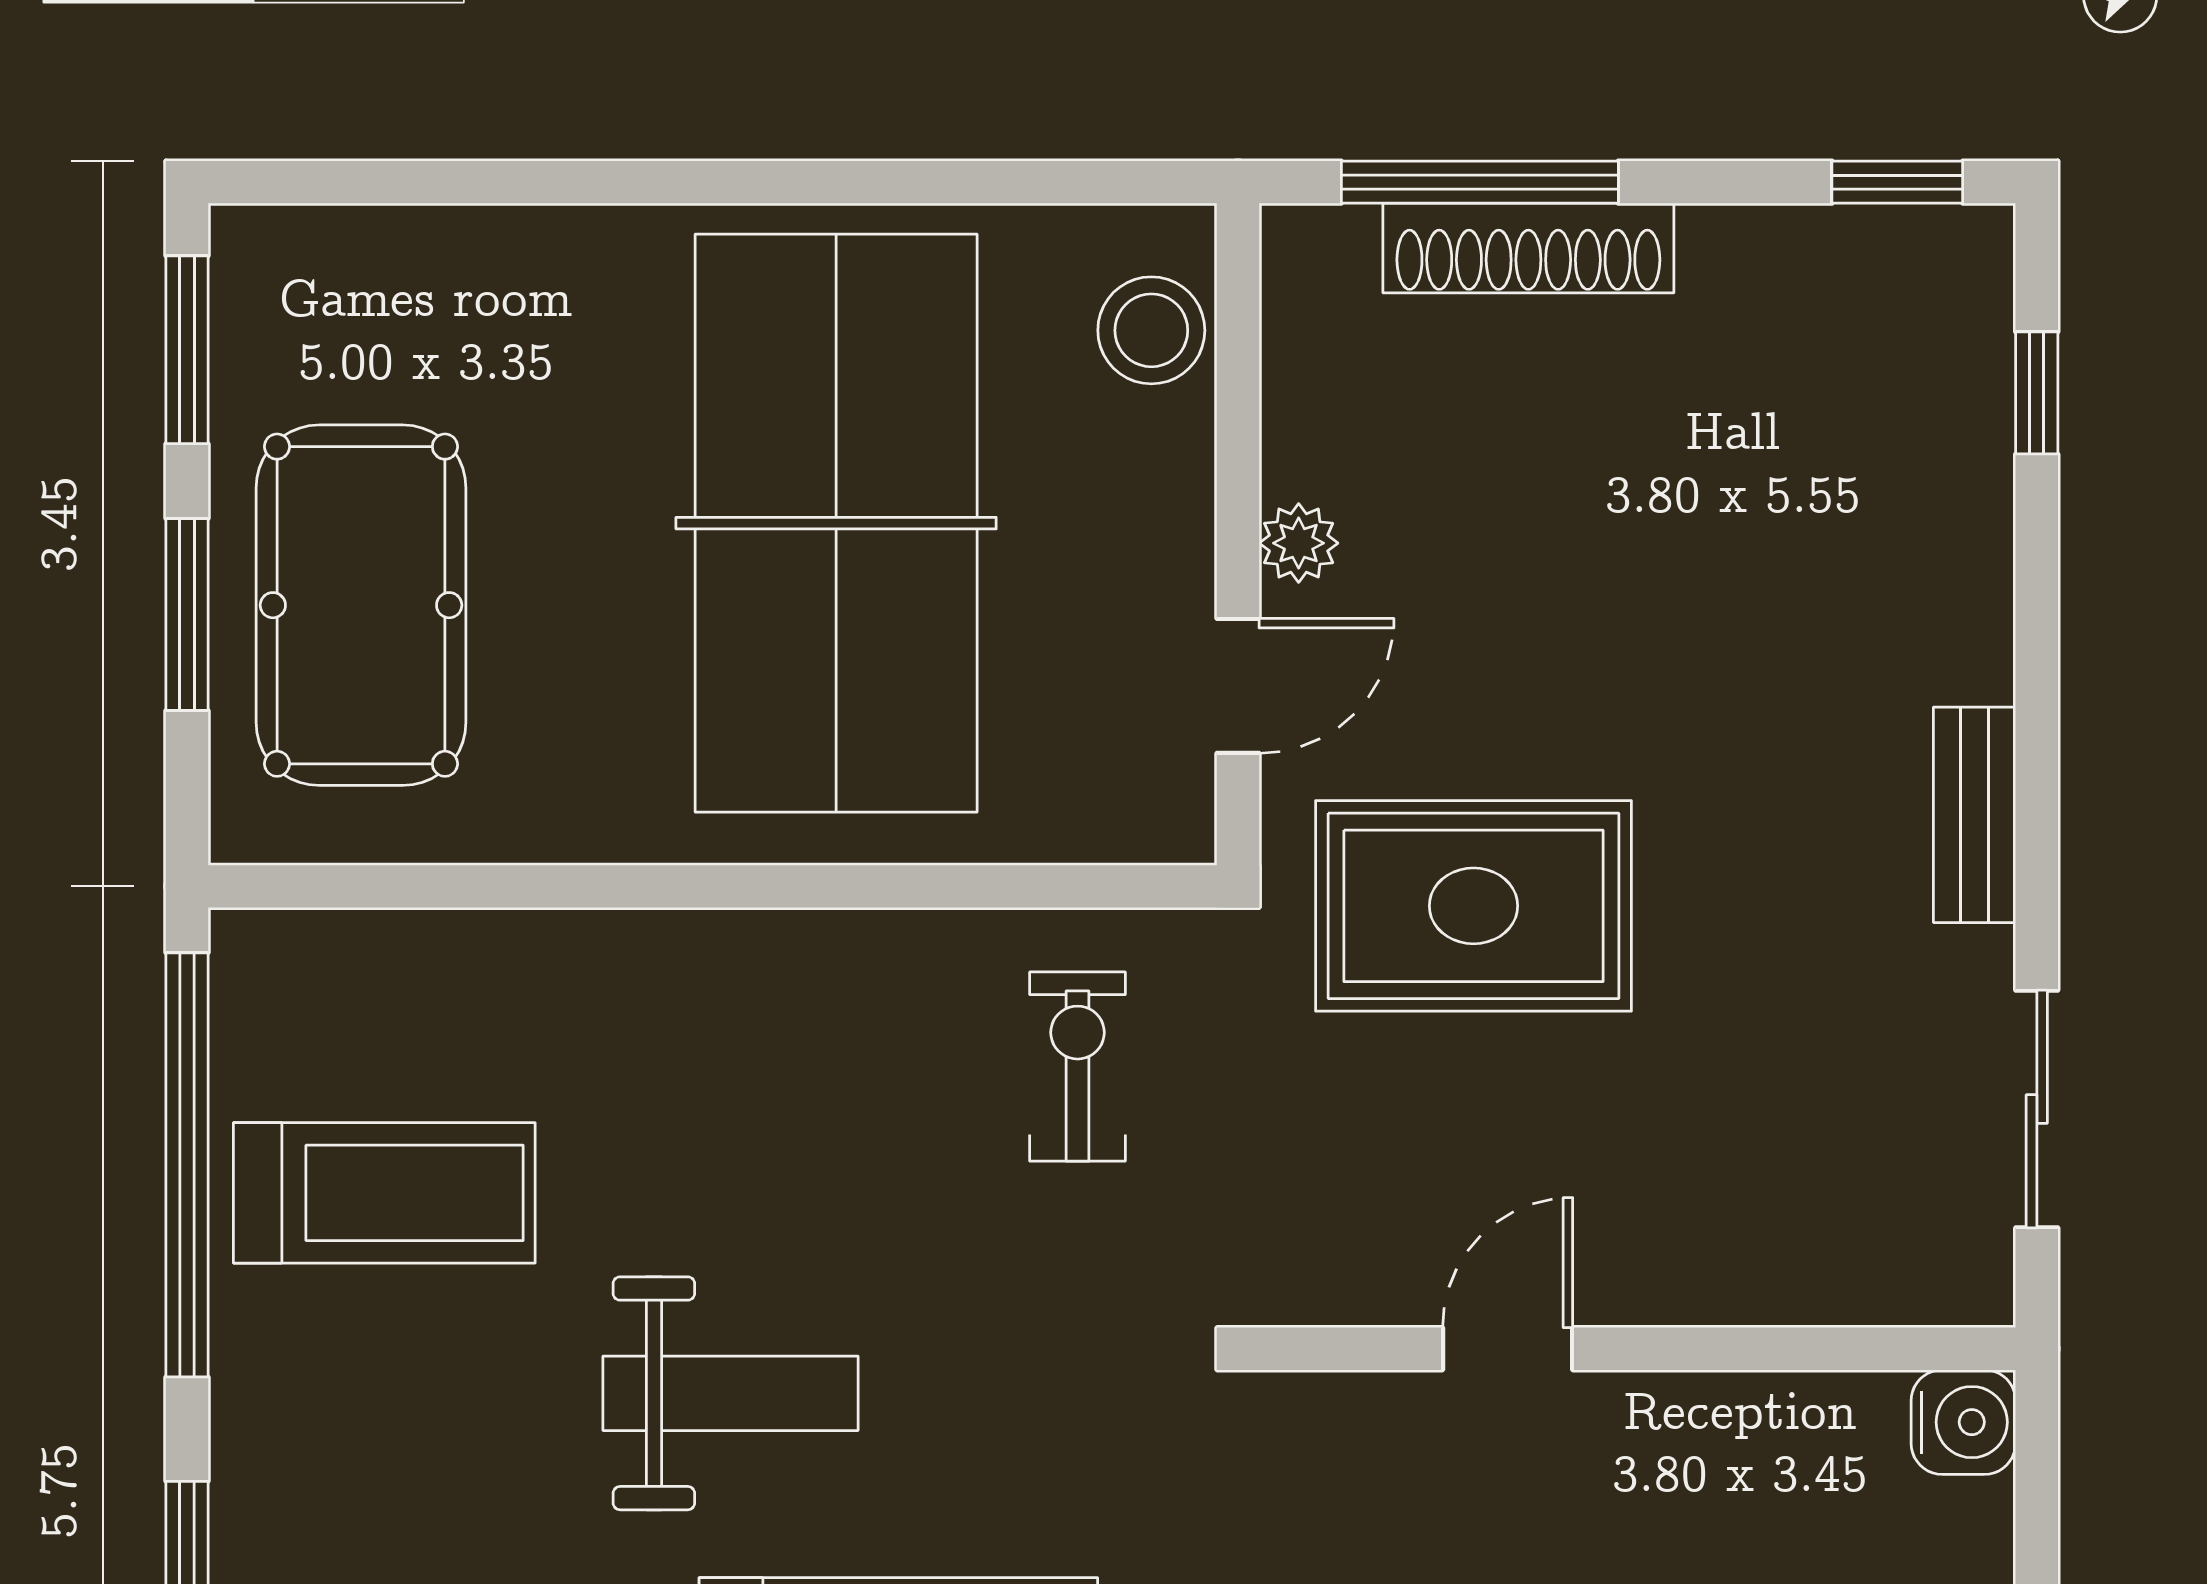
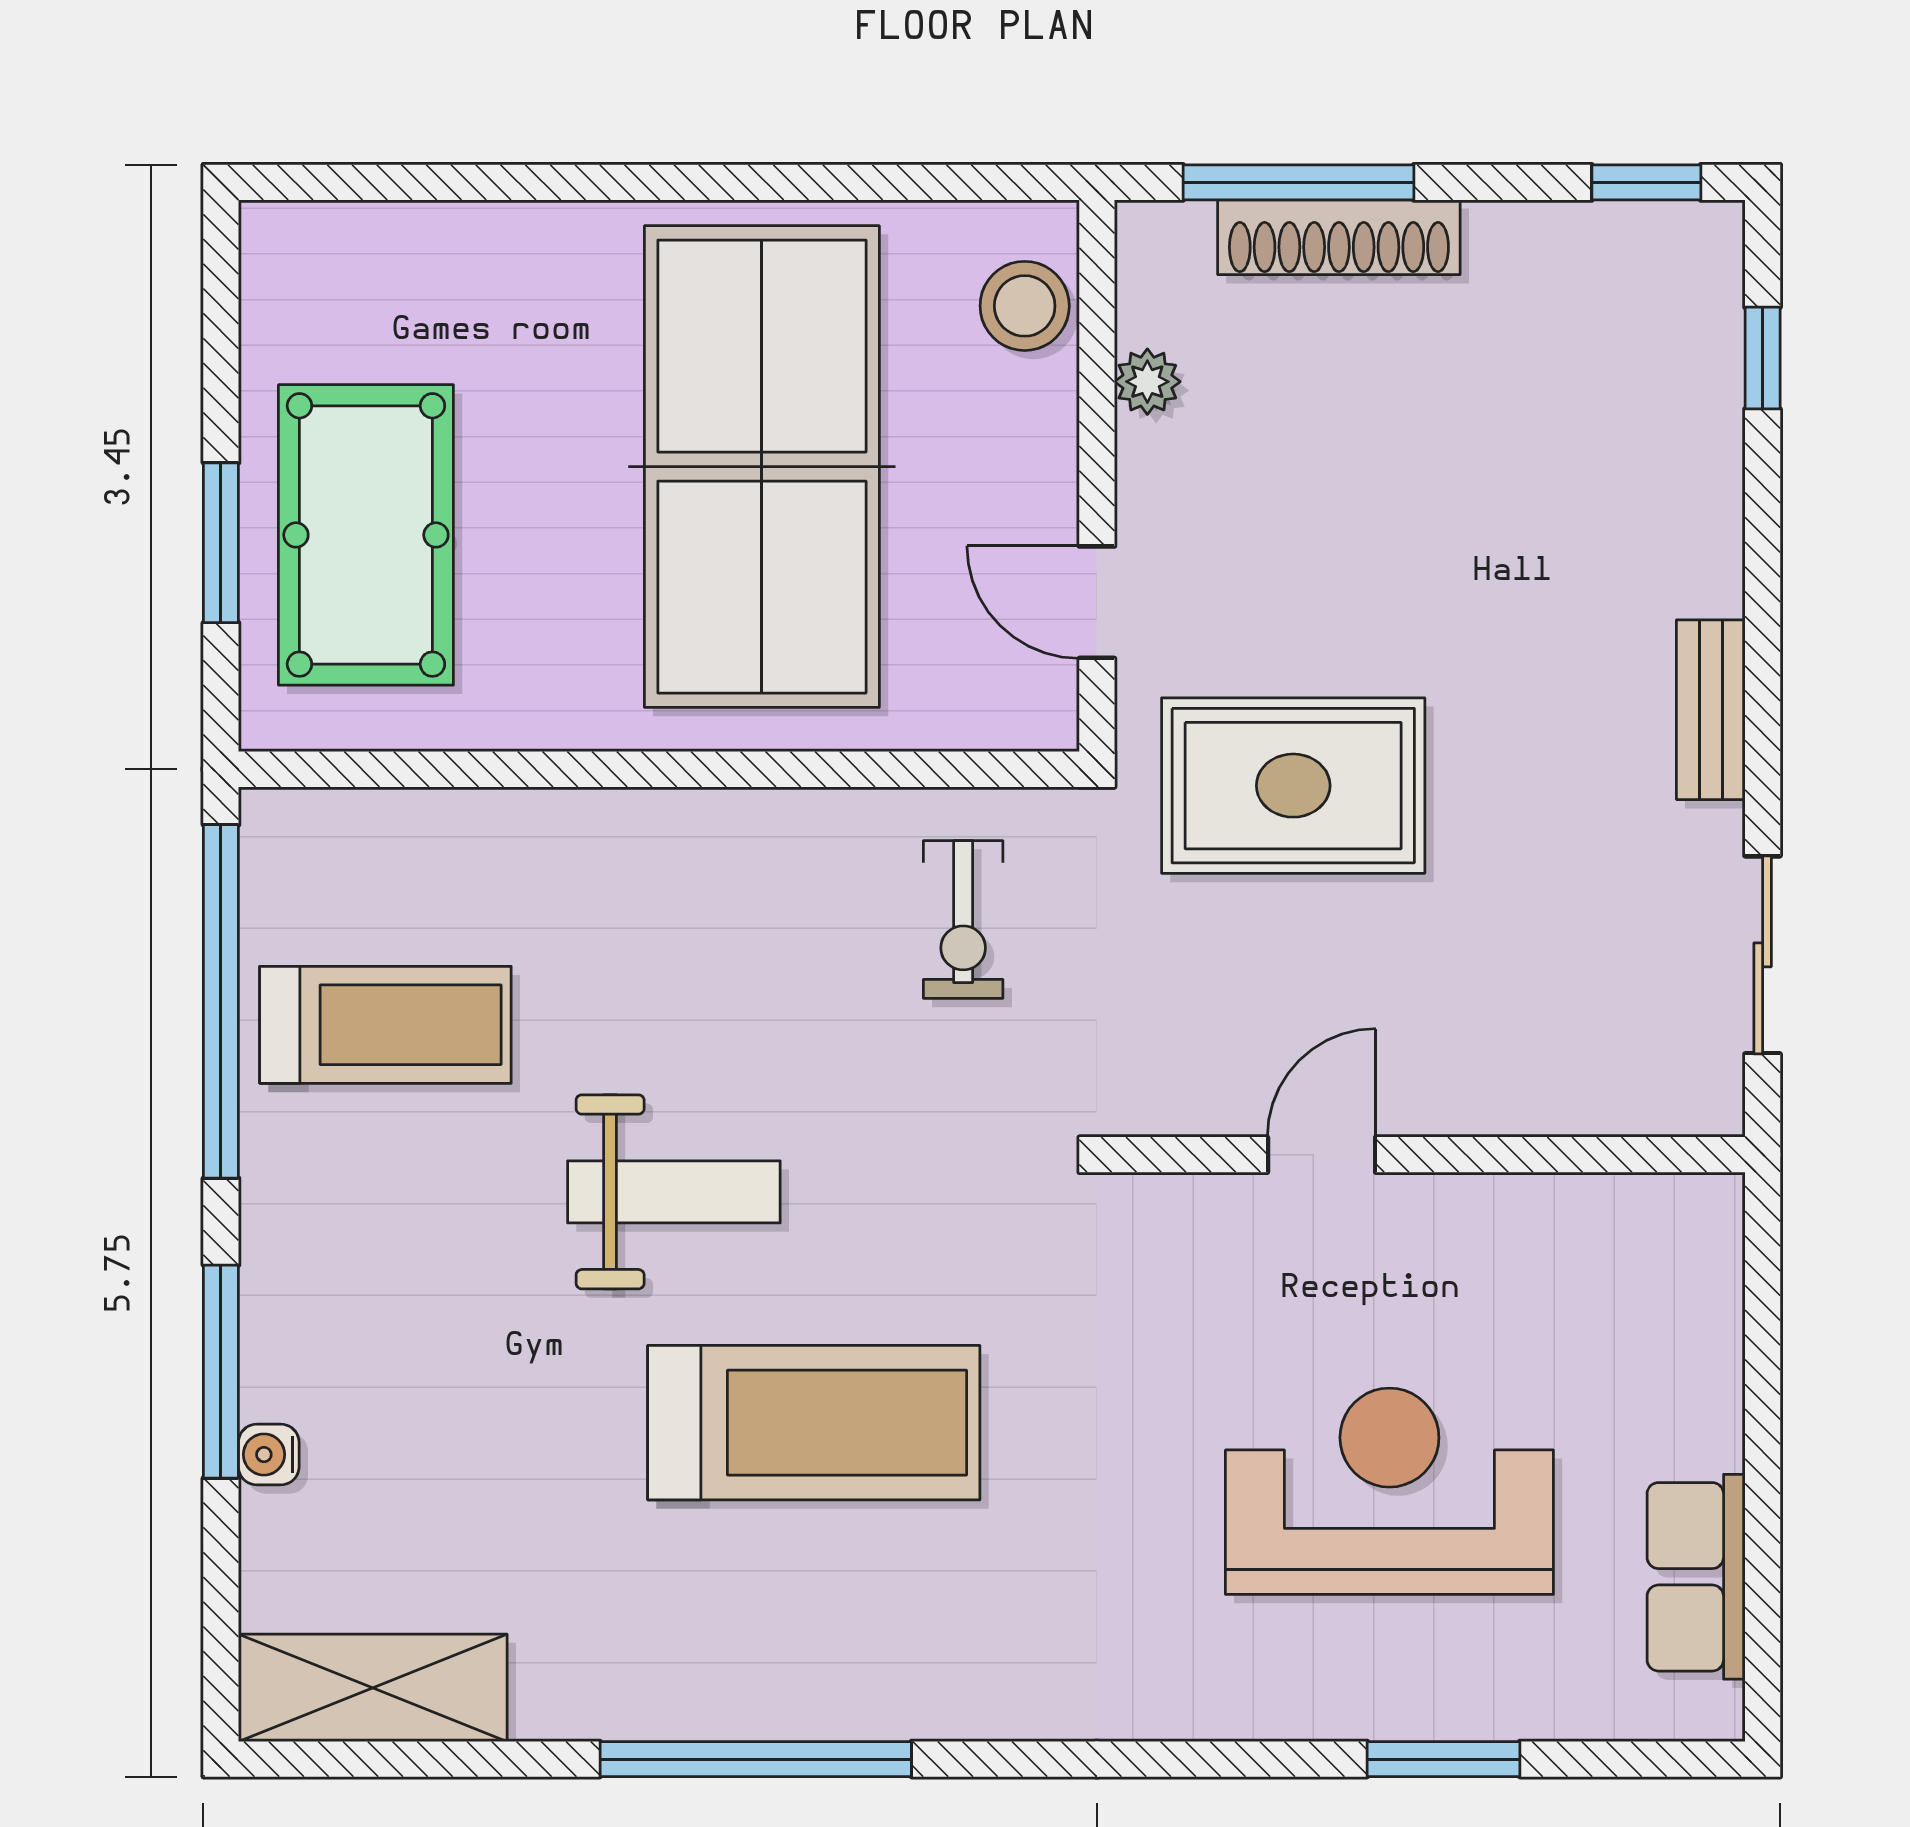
window: (187, 350) -> (221, 322), removed
plant: (1299, 543) -> (1147, 382), moved
door: (1238, 686) -> (1097, 602), swing flipped
exercise bike: (1078, 1067) -> (963, 919), turned 180
water cooler: (1963, 1422) -> (1701, 1216), removed

